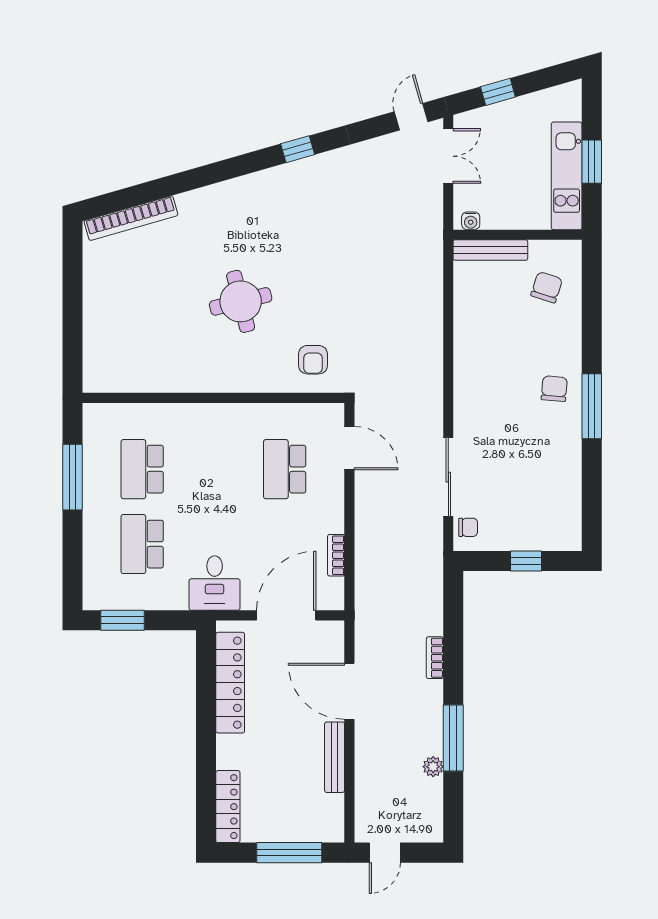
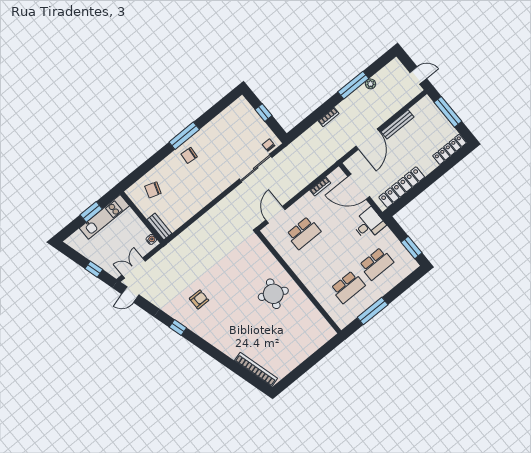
bench: (490, 250) -> (159, 227), width x0.73
round table: (241, 301) -> (273, 294), moved, turned 38
armchair: (313, 360) -> (199, 299), moved

